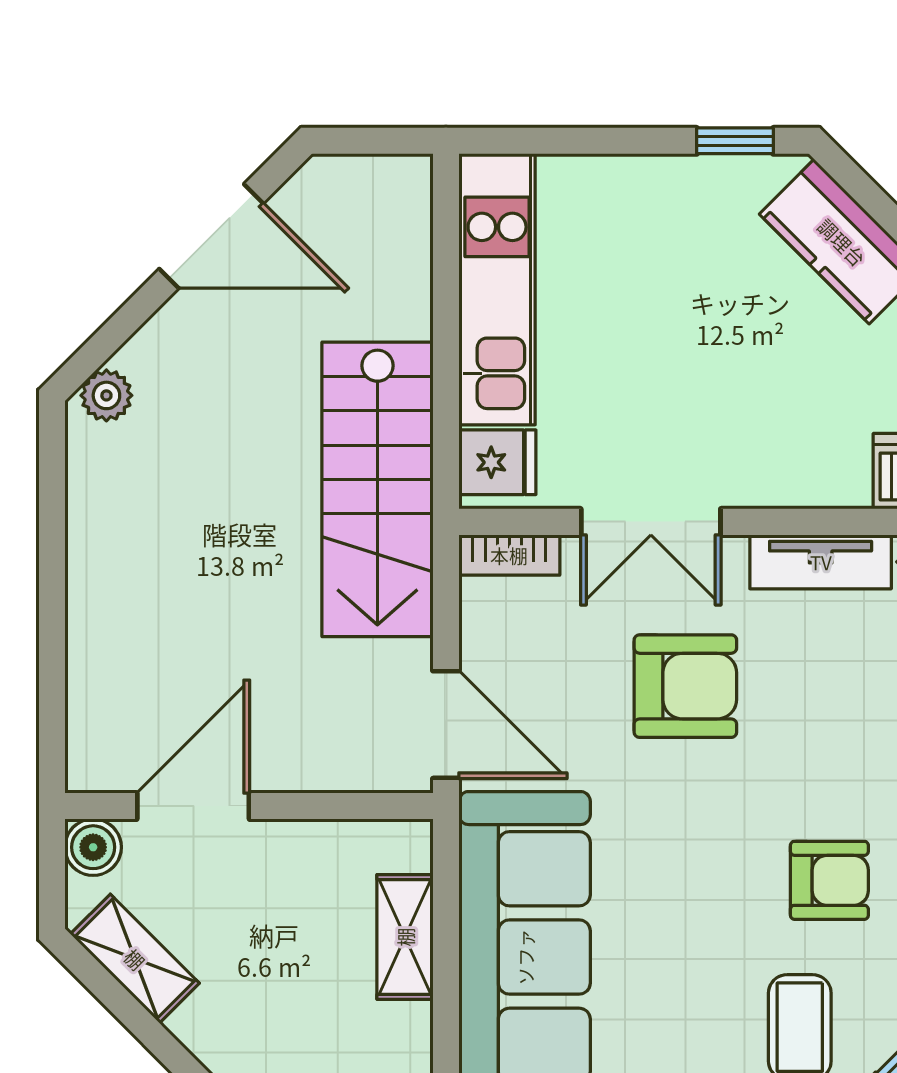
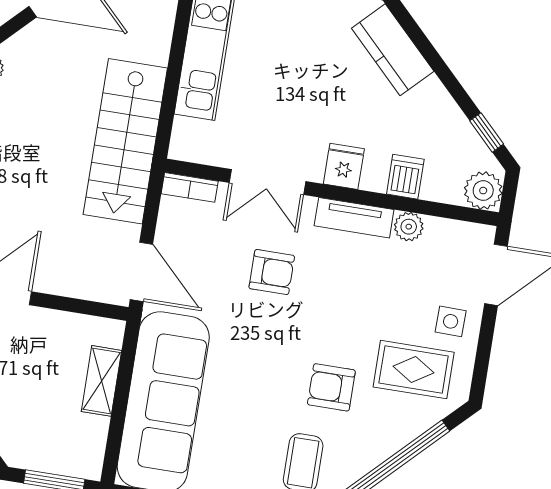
fridge: (497, 462) -> (344, 166), moved, turned -90
armchair: (685, 686) -> (272, 272), width x0.72, depth x0.72
armchair: (829, 880) -> (331, 387), turned 180

